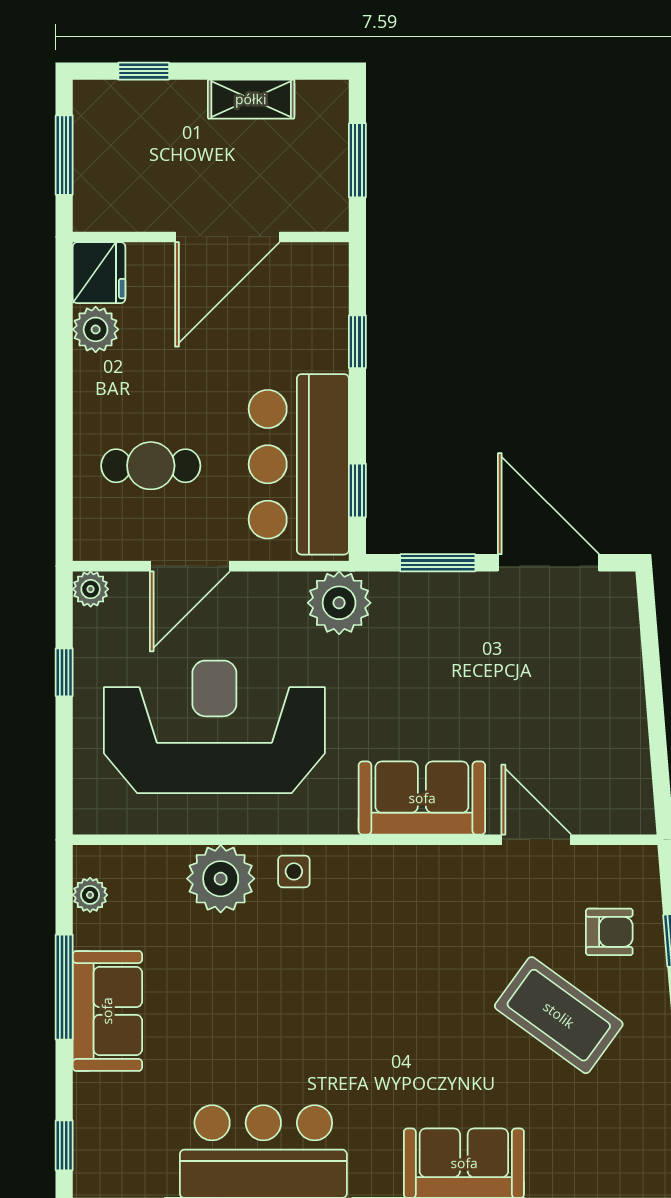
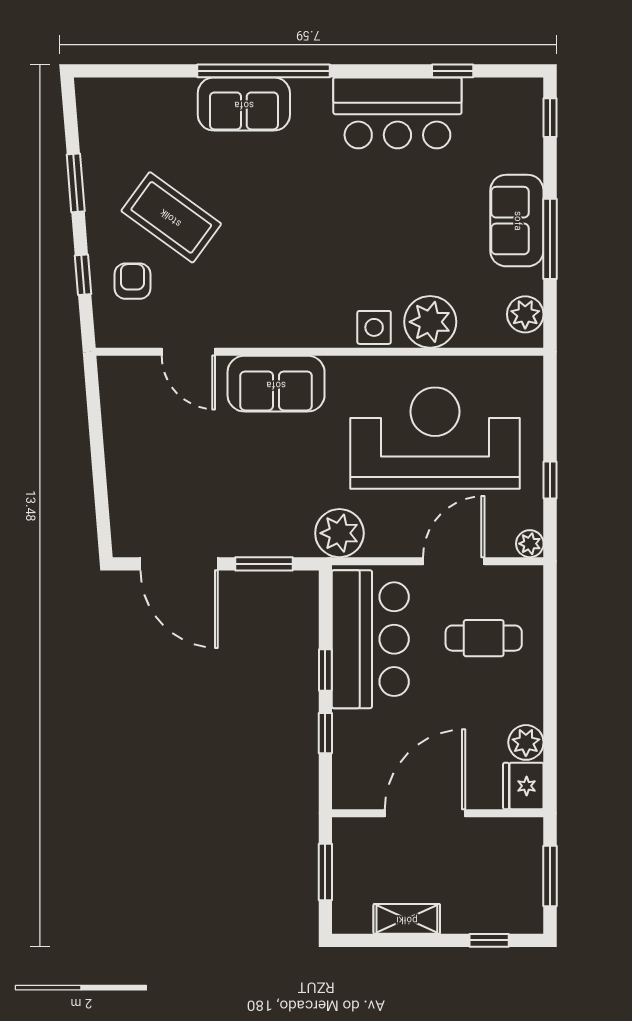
window: (357, 491) -> (325, 670), moved
reception desk: (214, 727) -> (435, 438), turned 180
side table: (294, 871) -> (374, 327), width x1.37, depth x1.37
plant: (90, 895) -> (525, 314), width x1.38, depth x1.38
armchair: (609, 932) -> (133, 281), turned 90

